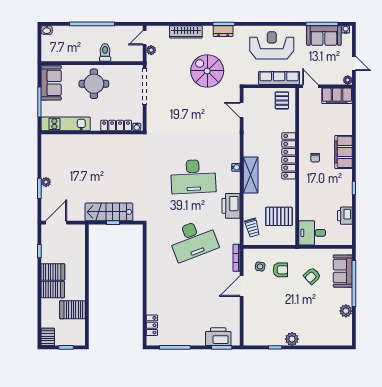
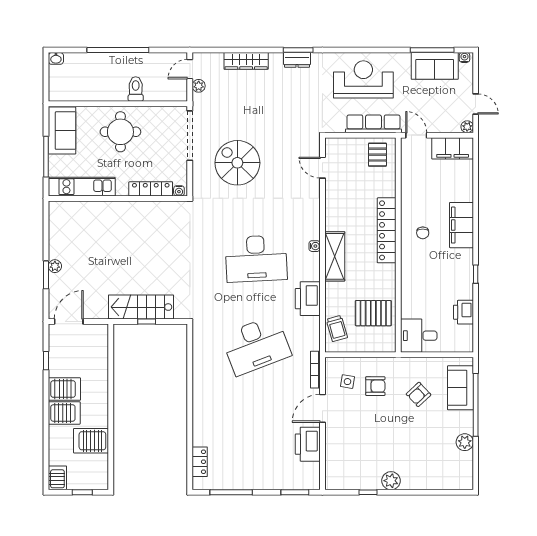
spiral stairs: (207, 71) -> (237, 163), moved
printer: (218, 337) -> (308, 444), moved, turned -90

